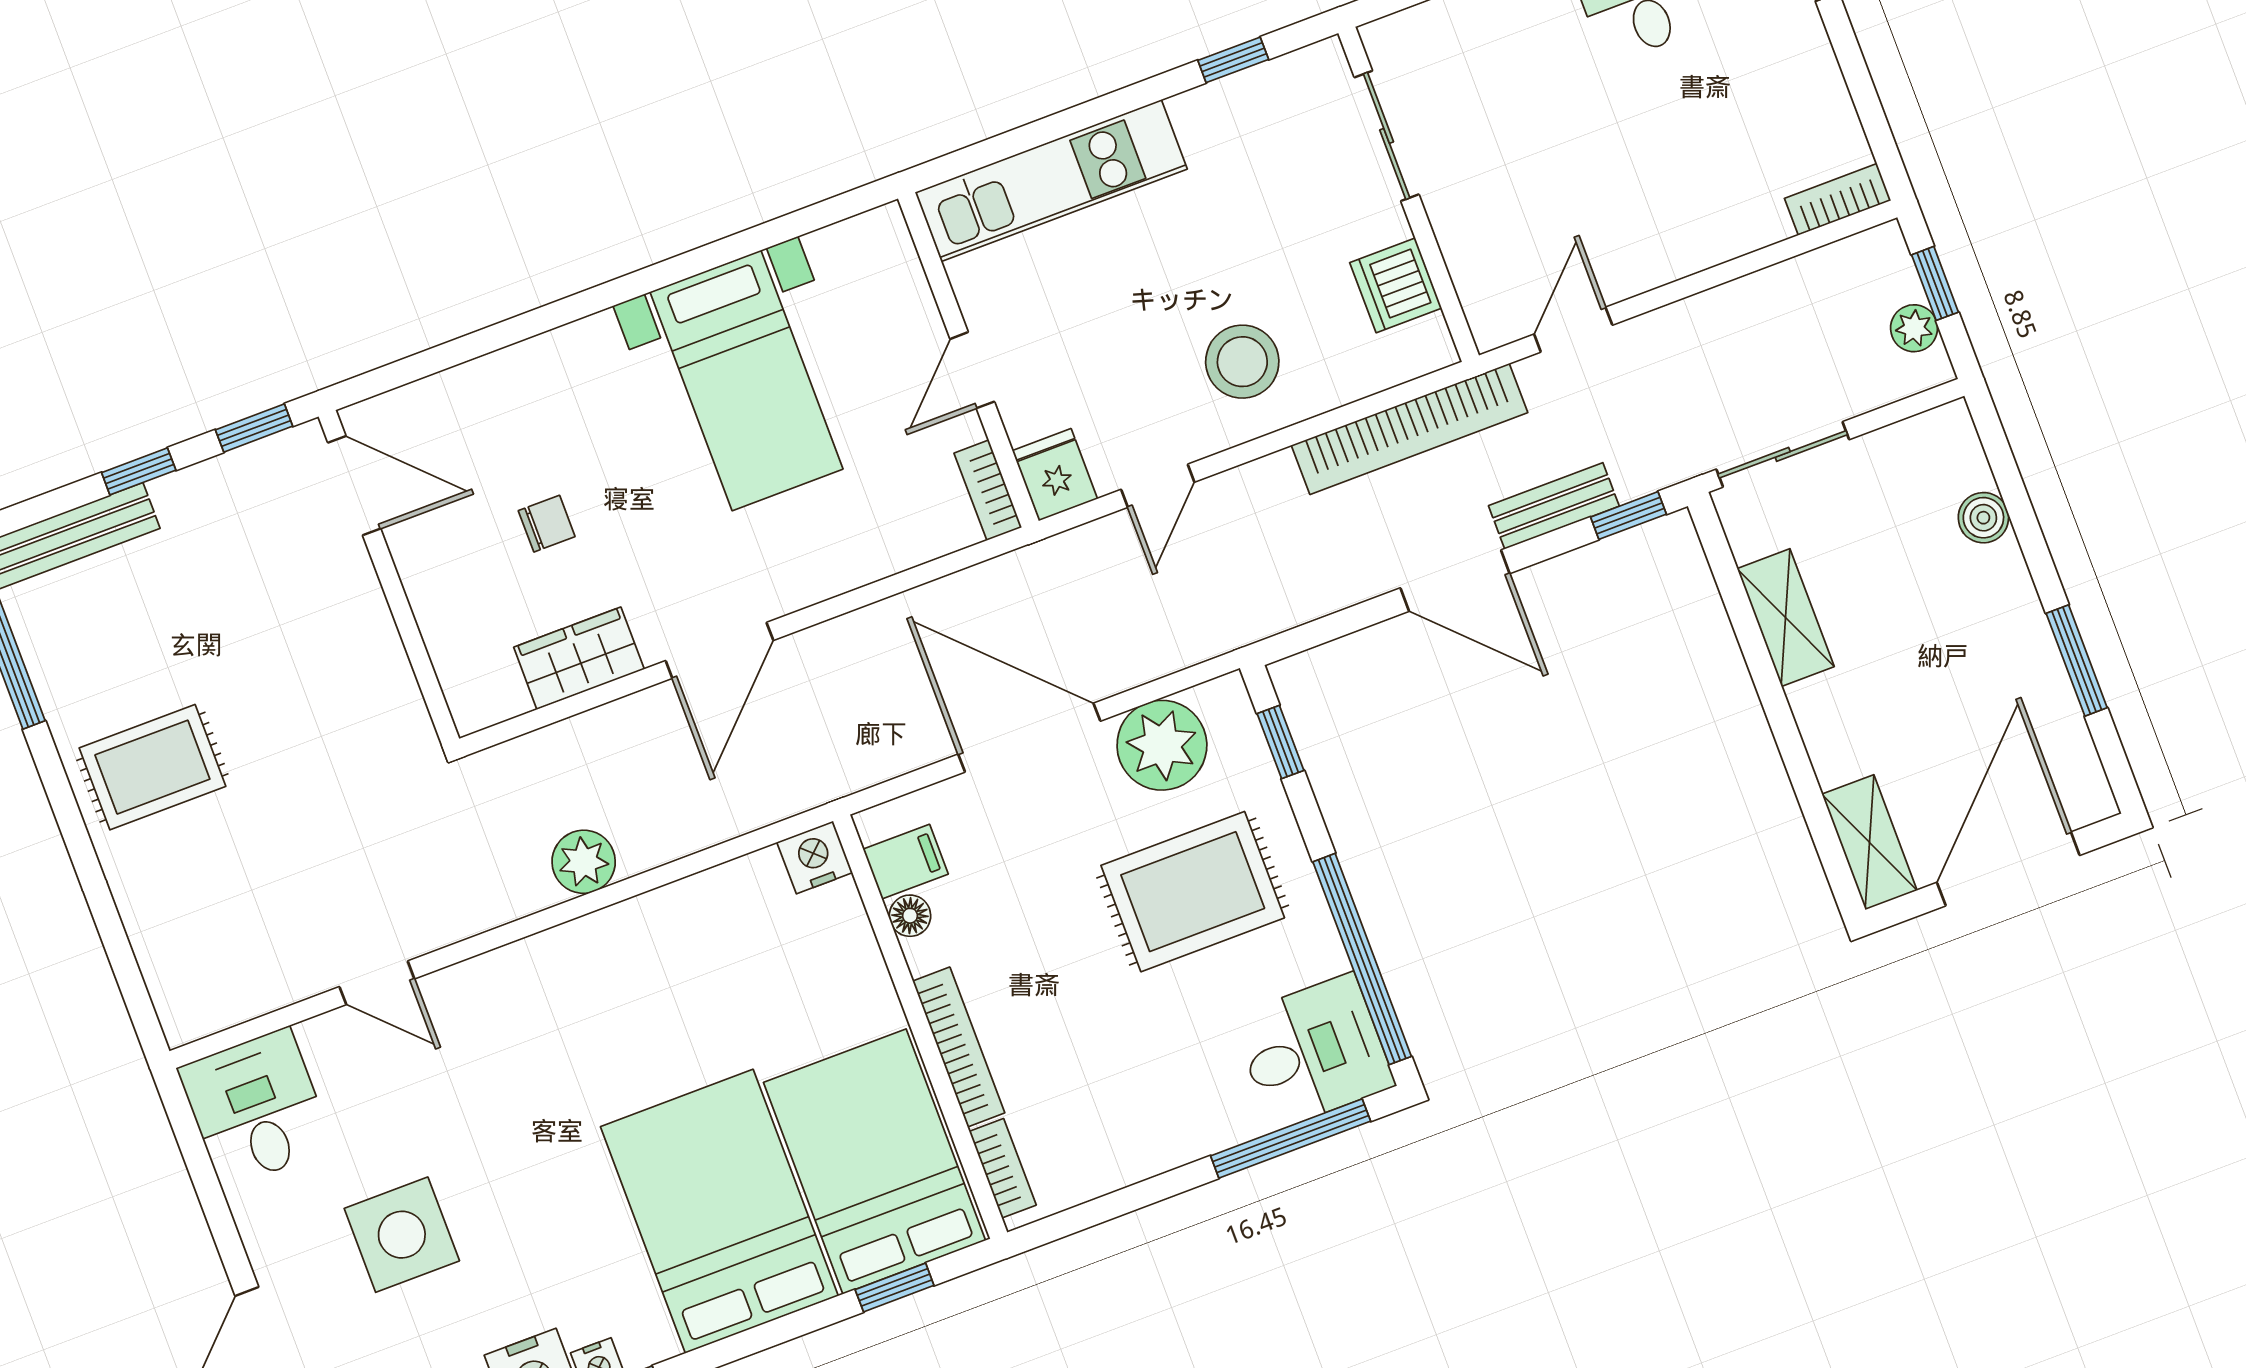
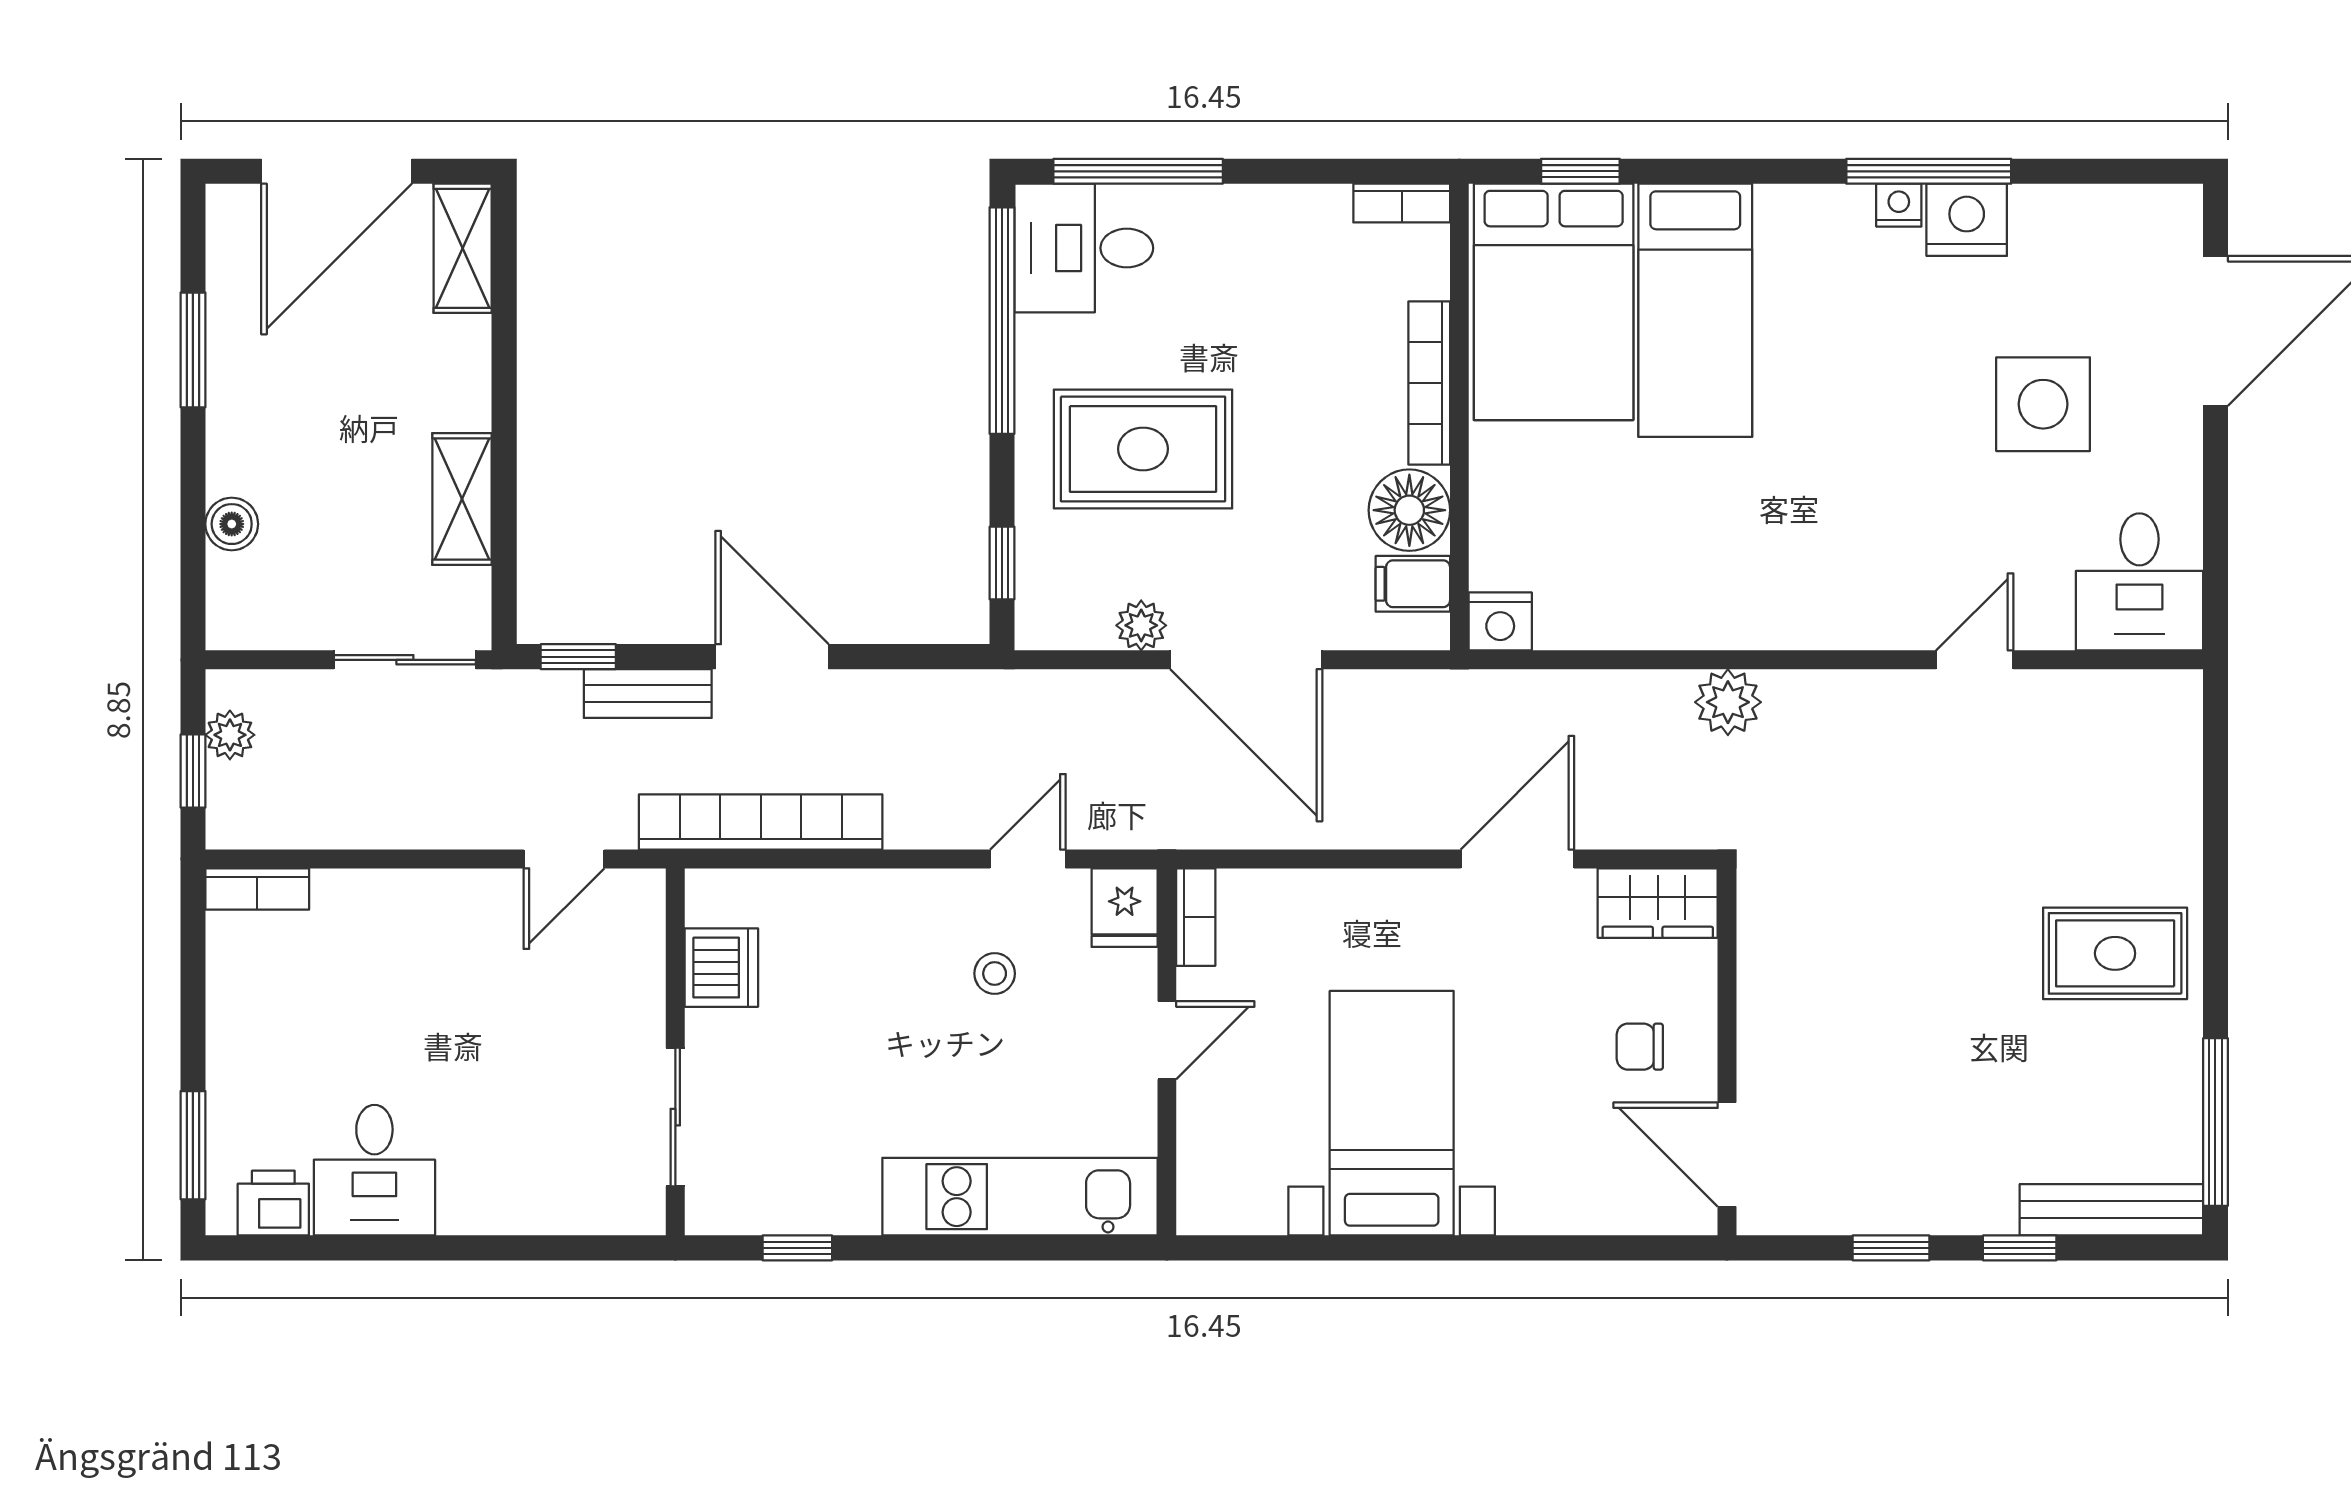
stool: (1242, 362) -> (995, 974), moved, width x0.53, depth x0.53
door: (354, 486) -> (1727, 1155), moved
wall: (389, 578) -> (1727, 1052), moved
plant: (1162, 745) -> (1141, 625), width x0.53, depth x0.53
floor lamp: (910, 916) -> (1409, 510), width x1.89, depth x1.89
door: (377, 983) -> (1975, 660), hinge flipped
bookcase: (1003, 1168) -> (1402, 203), moved, turned -90
bed: (719, 1211) -> (1695, 310), width x0.67

